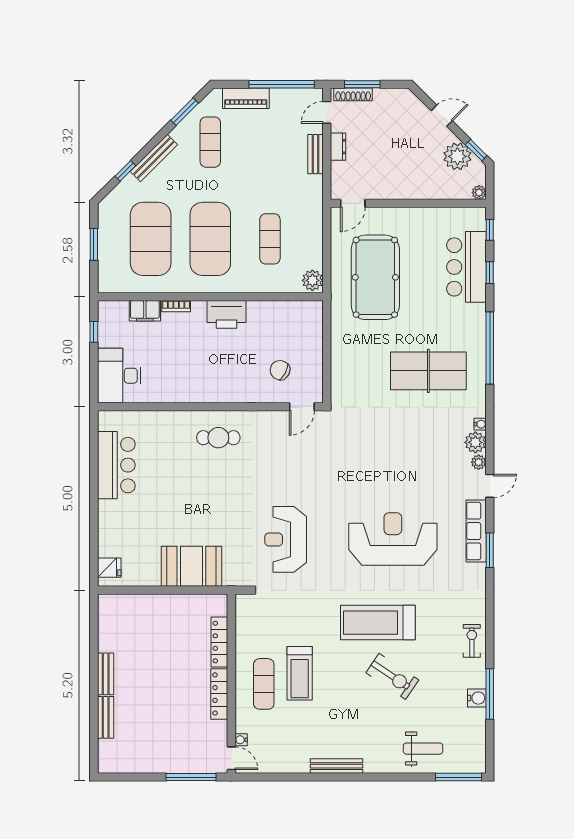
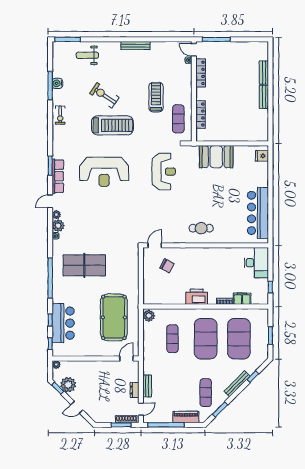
bar counter: (116, 465) -> (258, 213), width x1.36
exercise mat: (264, 684) -> (178, 119), moved
locker: (219, 694) -> (201, 73), moved

